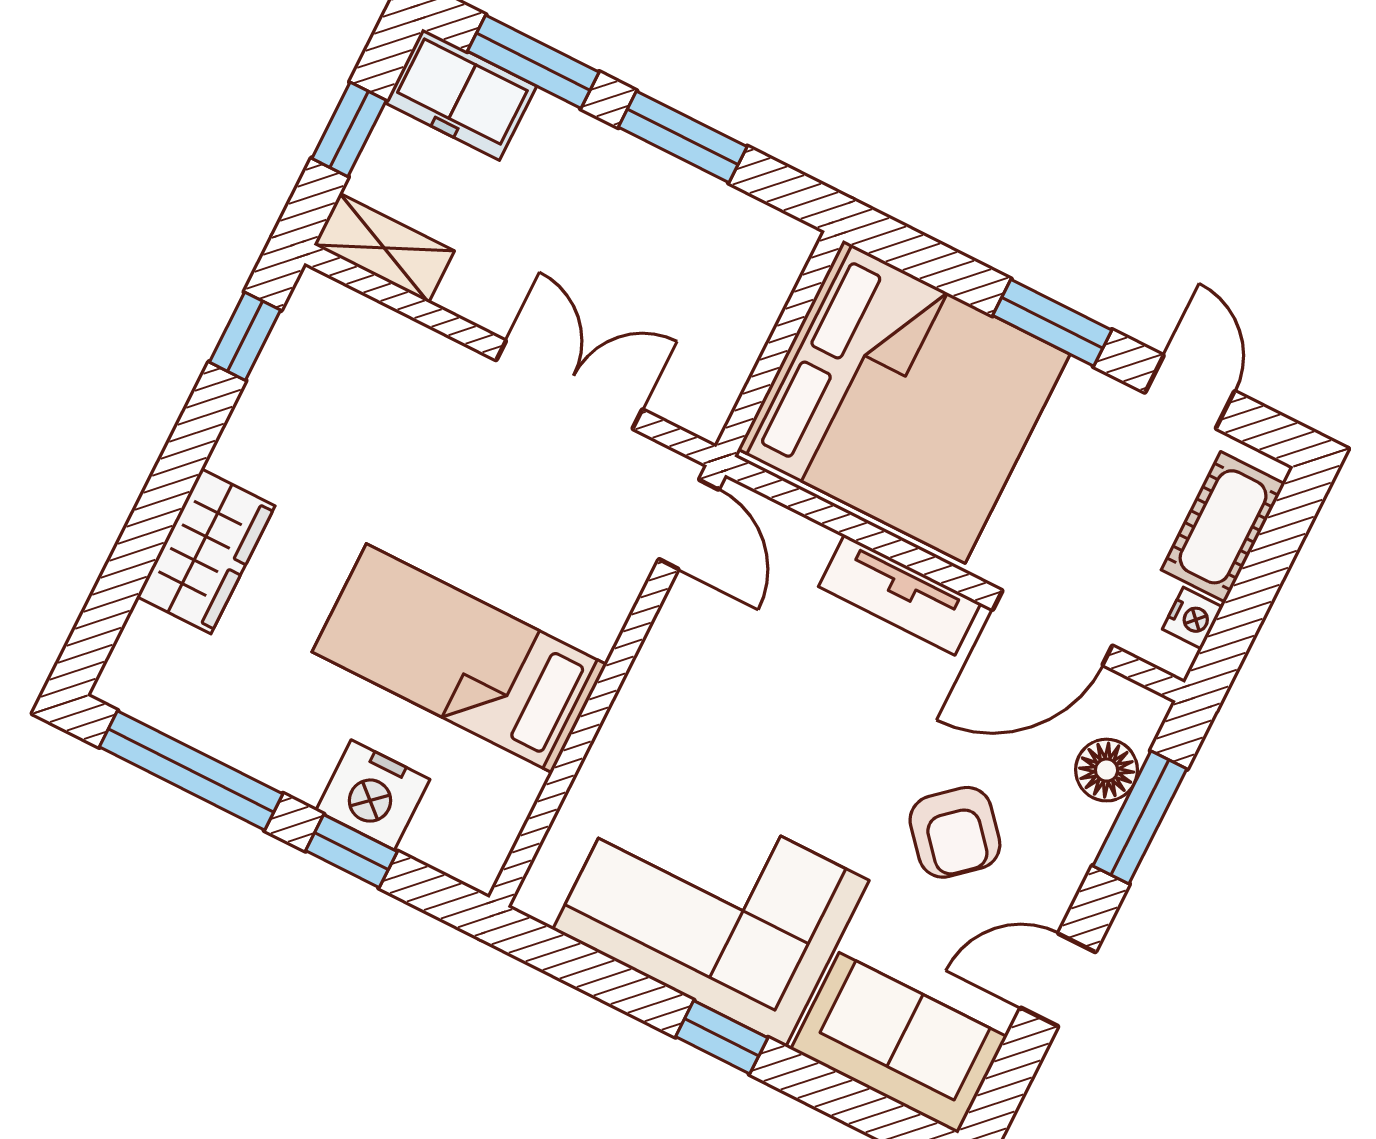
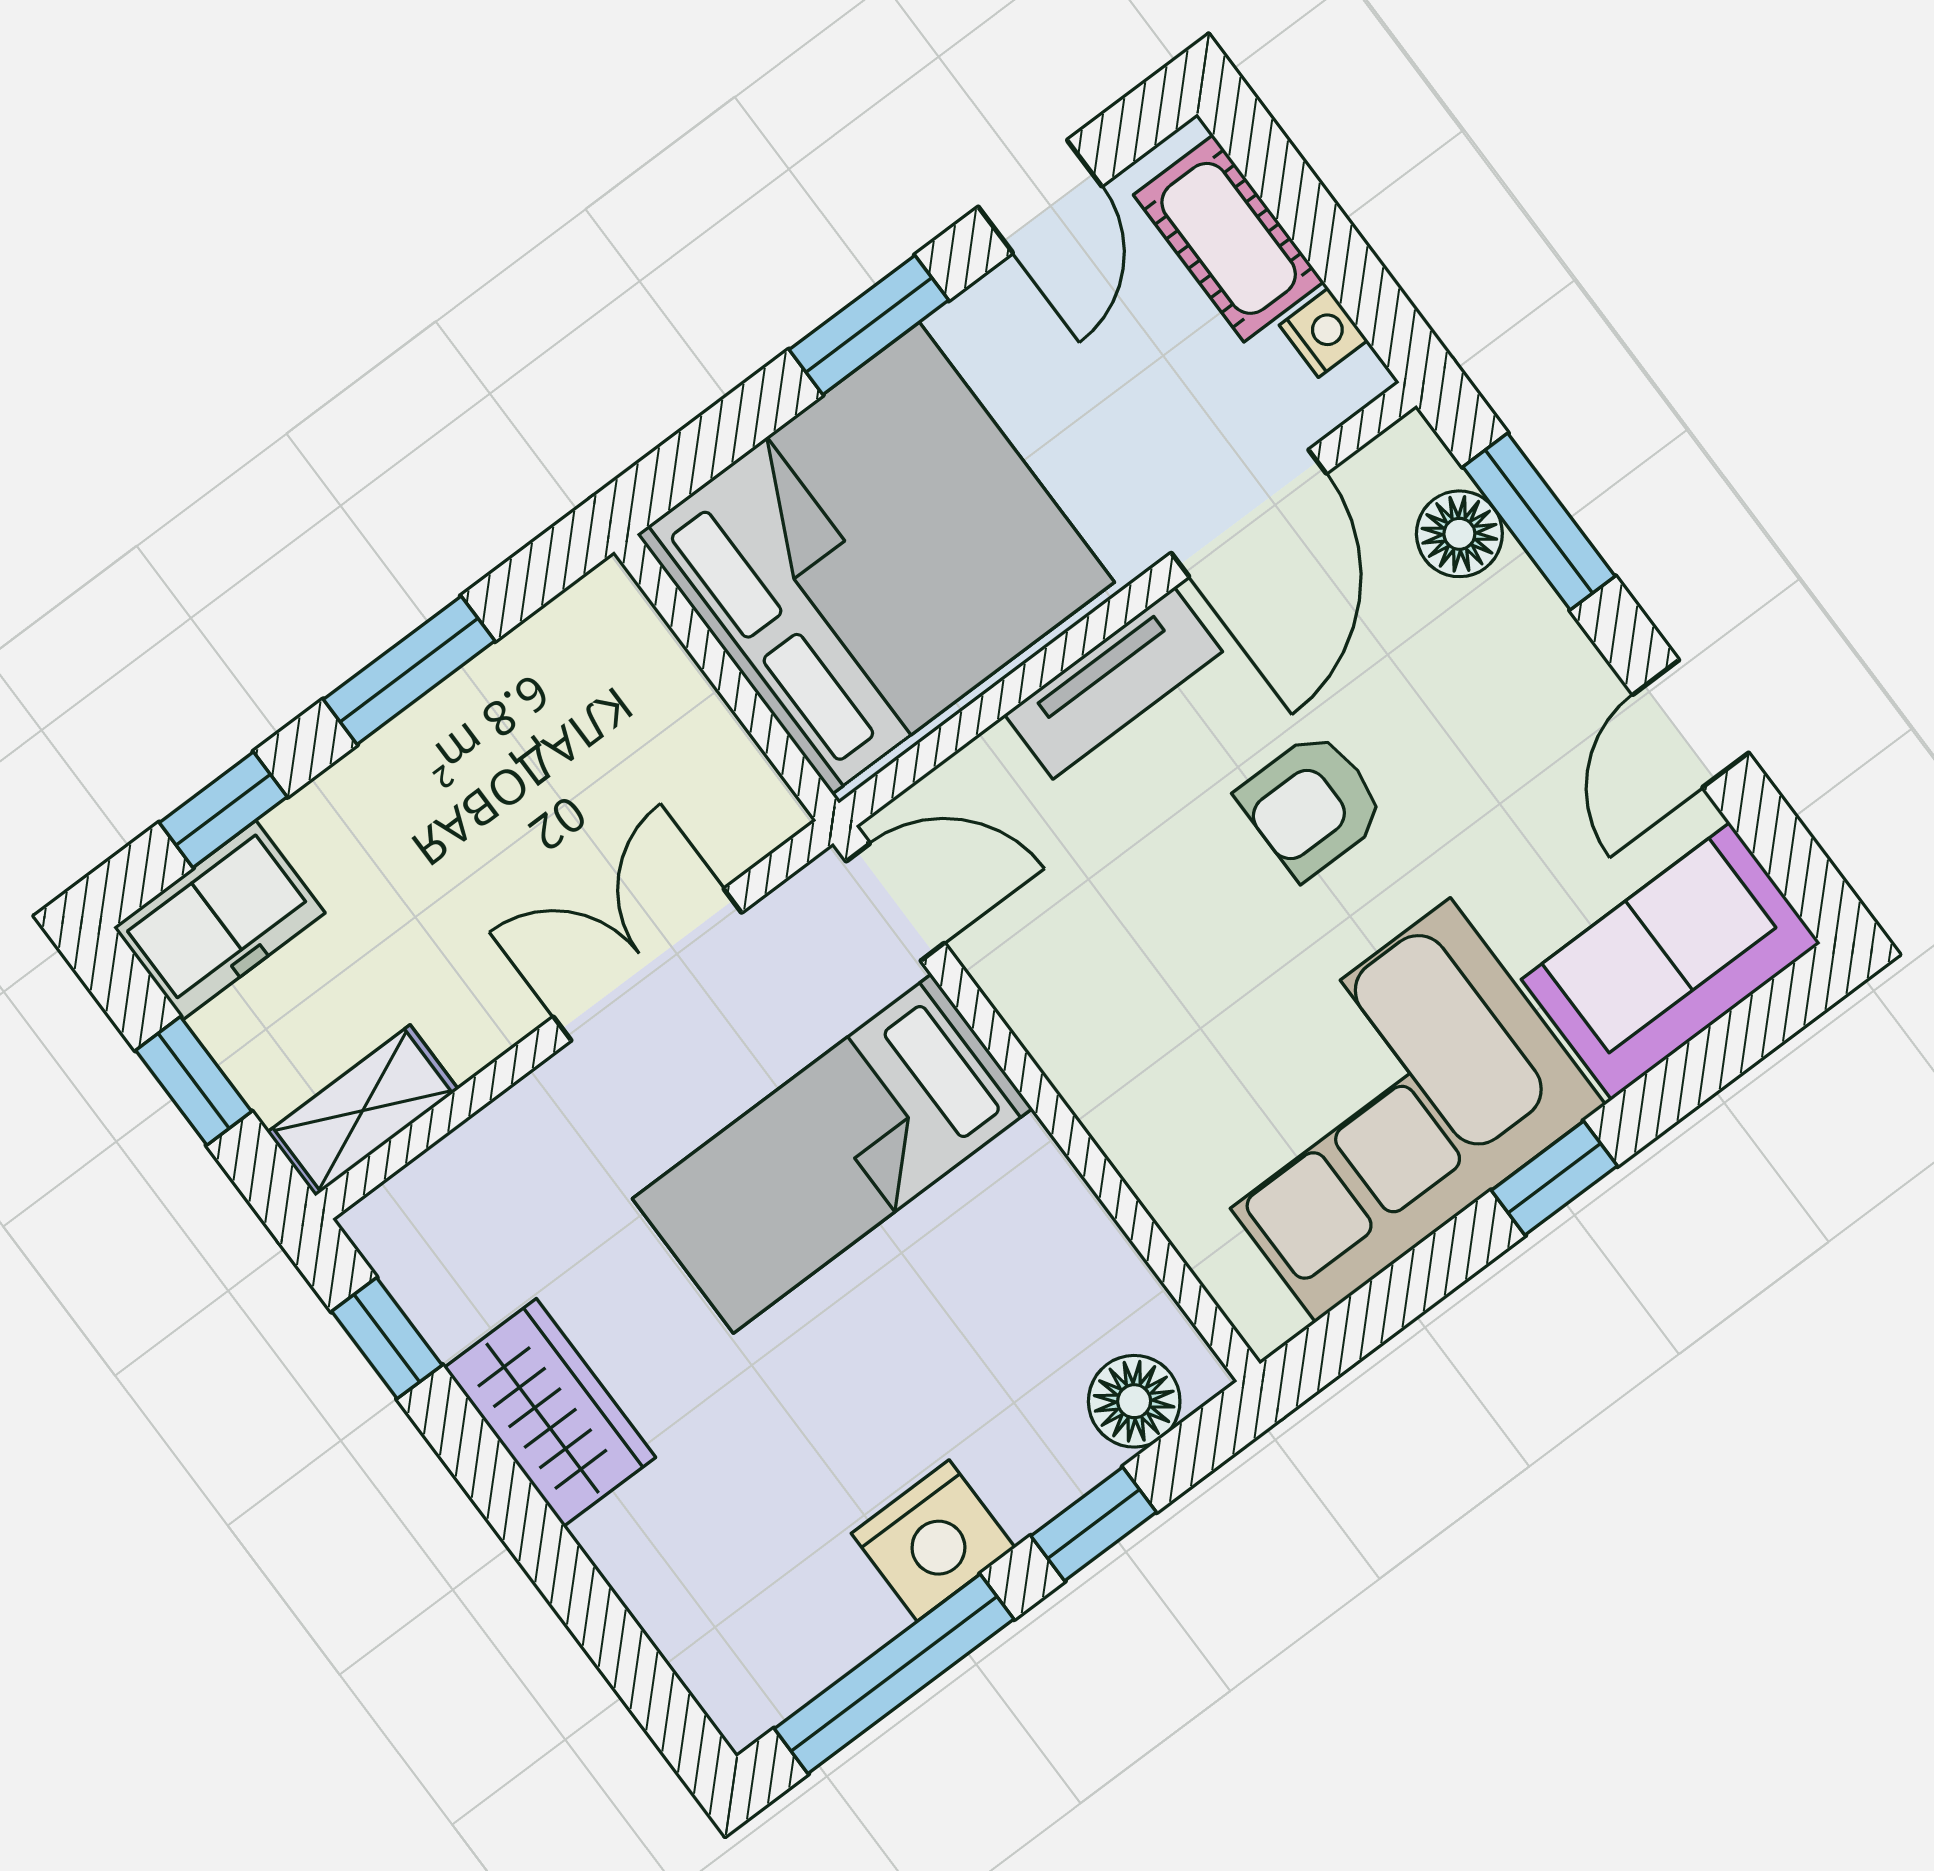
window: (533, 62) -> (223, 810), width x0.67
door: (1190, 392) -> (1040, 196), swing flipped
wardrobe: (206, 551) -> (550, 1413), moved
bed: (459, 658) -> (832, 1154), moved
nightstand: (373, 795) -> (933, 1541), moved
armchair: (955, 832) -> (1312, 805), moved, turned 131
floor lamp: (444, 838) -> (1134, 1401), added

